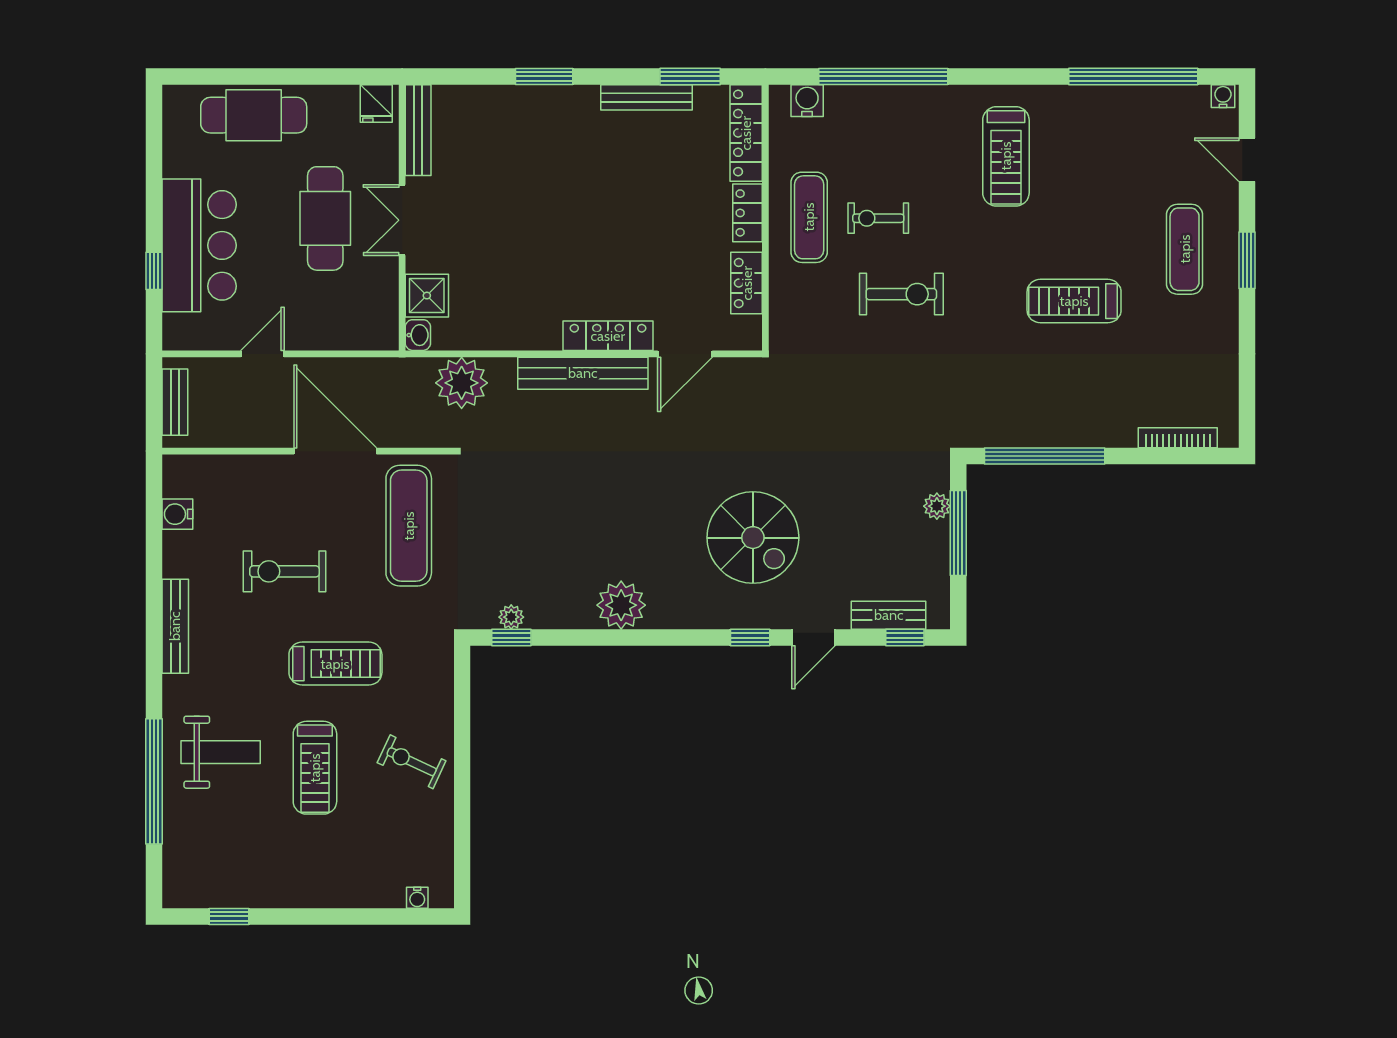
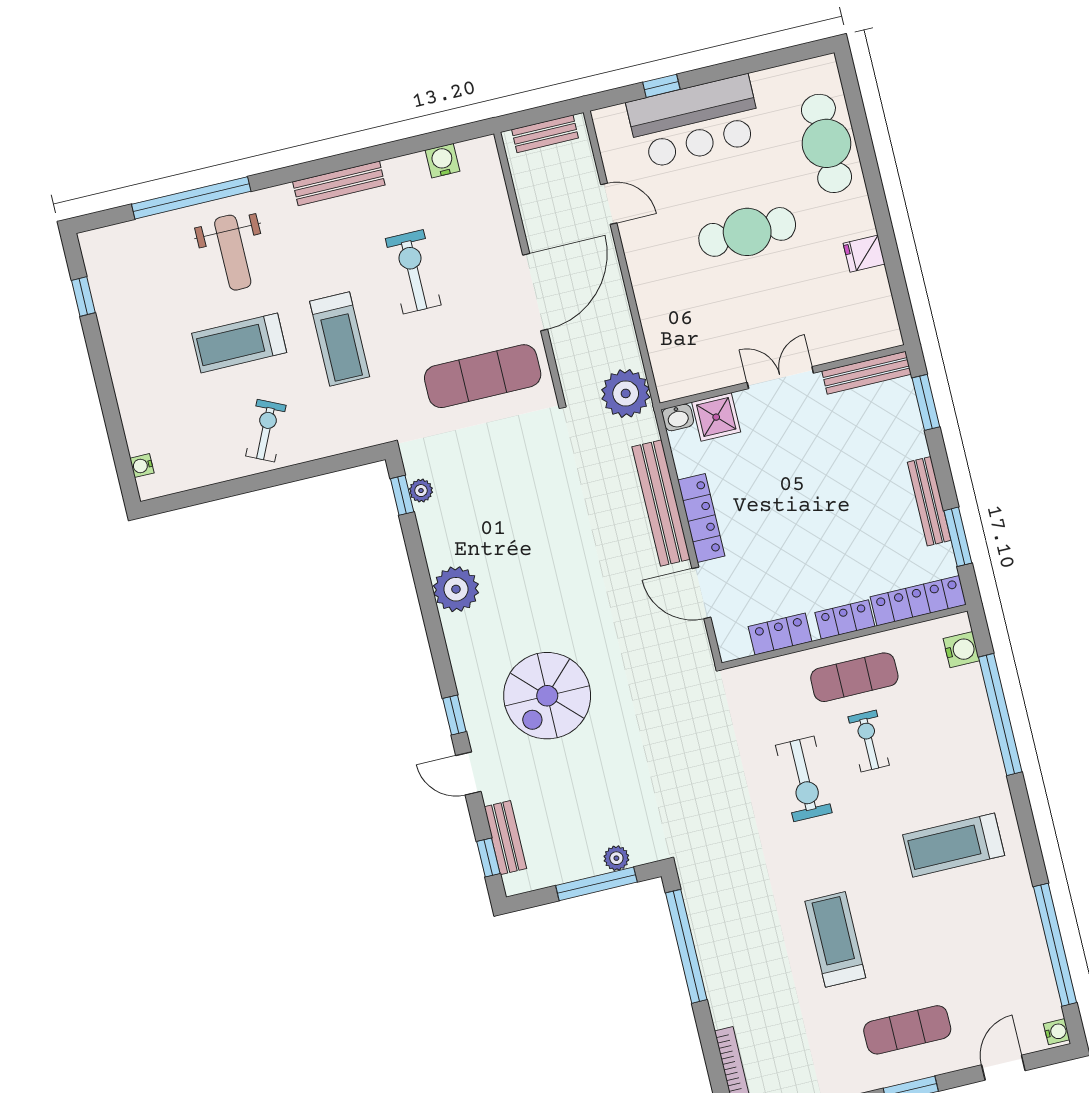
bench: (418, 130) -> (867, 373), moved
wall: (402, 218) -> (783, 377), moved
double door: (402, 220) -> (780, 378), moved
shower: (427, 296) -> (716, 417), moved
washbasin: (418, 335) -> (678, 417), moved

